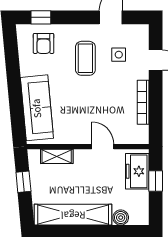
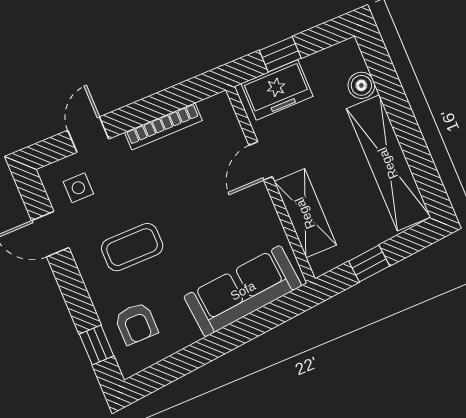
armchair: (44, 43) -> (136, 323), turned 90
side table: (119, 55) -> (78, 188), moved
shelving: (57, 156) -> (305, 213), width x1.50, depth x1.33

